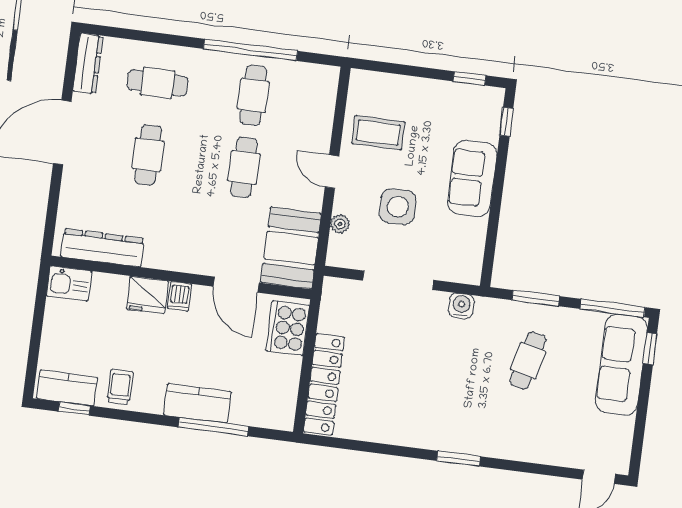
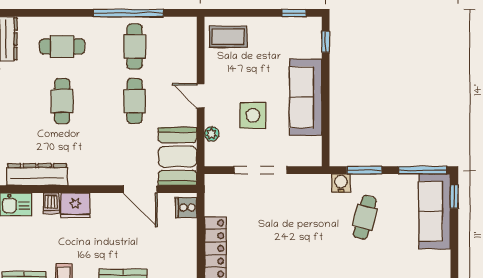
coffee table: (378, 133) -> (228, 37), moved
sofa: (472, 178) -> (306, 97), width x1.36
dishwasher: (179, 296) -> (51, 203), moved
water cooler: (461, 306) -> (341, 183), moved
cooker: (288, 328) -> (186, 208), width x0.53, depth x0.76

